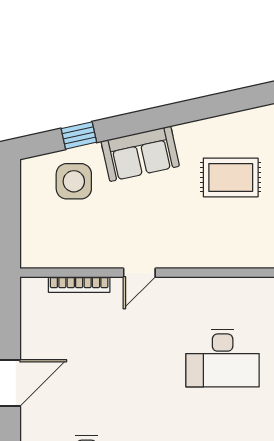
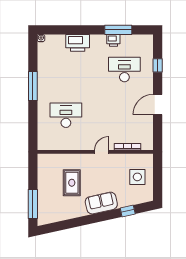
rug: (231, 177) -> (72, 183), moved, turned 90
side table: (74, 181) -> (137, 177), moved

